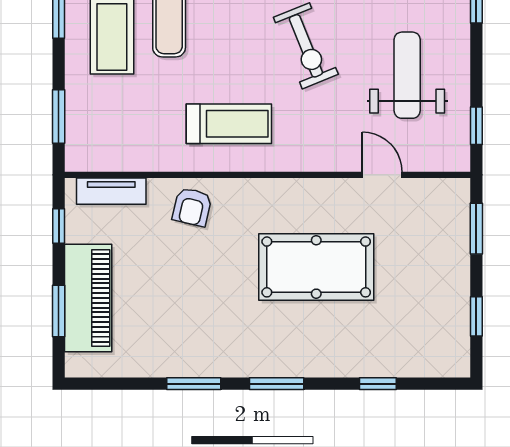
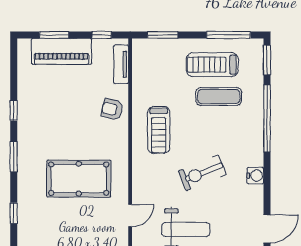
pool table: (316, 267) -> (79, 179), turned 90
window: (194, 384) -> (14, 110), width x0.67

